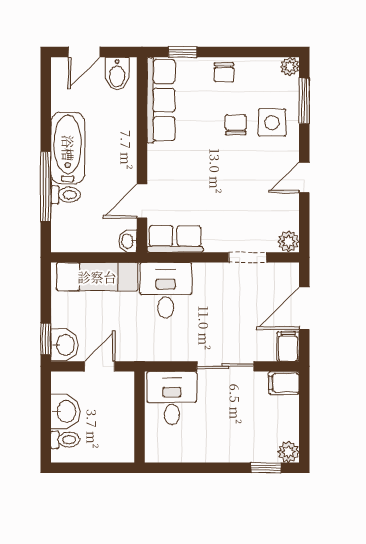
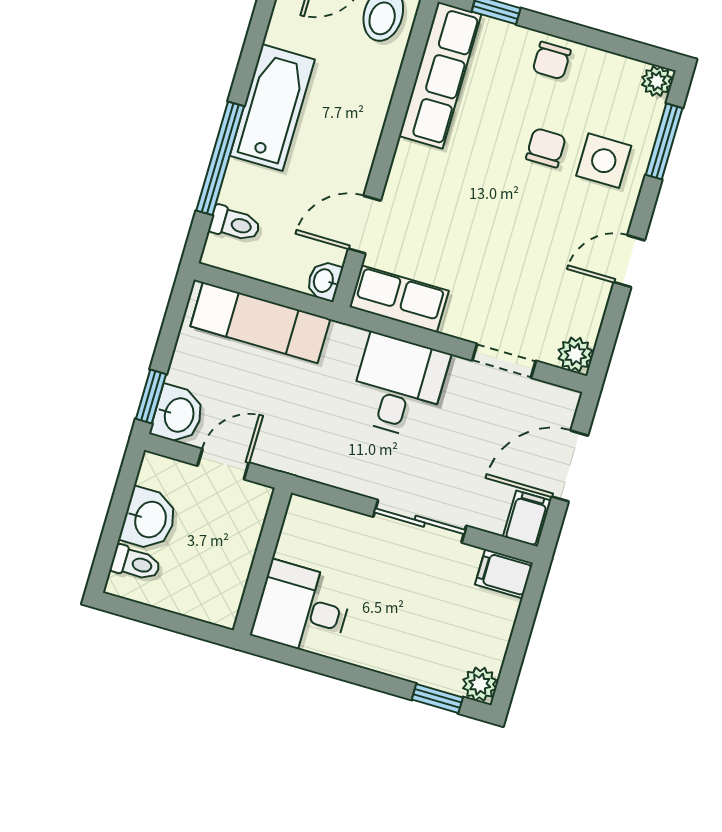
toilet: (65, 195) -> (235, 224), moved
desk: (166, 290) -> (399, 386), moved
desk: (172, 398) -> (302, 609), moved, turned -90

